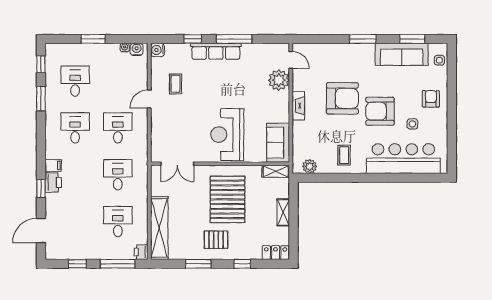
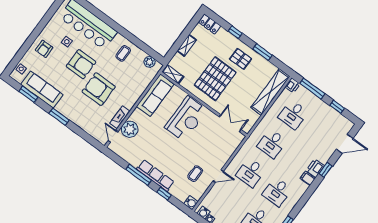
fireplace: (298, 106) -> (120, 117), moved
sofa: (278, 143) -> (155, 95), width x1.36

